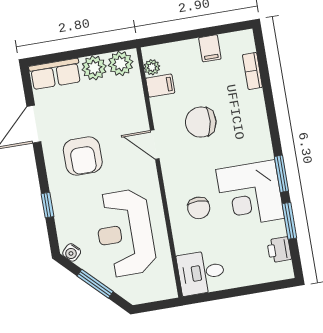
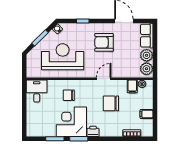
chair: (201, 122) -> (111, 103), turned -96
printer: (279, 250) -> (93, 131), moved

